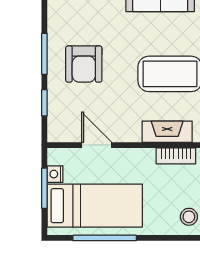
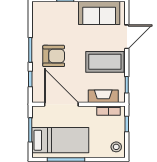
armchair: (84, 64) -> (54, 56), turned -90
door: (97, 145) -> (61, 104), width x1.87
nightstand: (55, 174) -> (37, 121), removed

